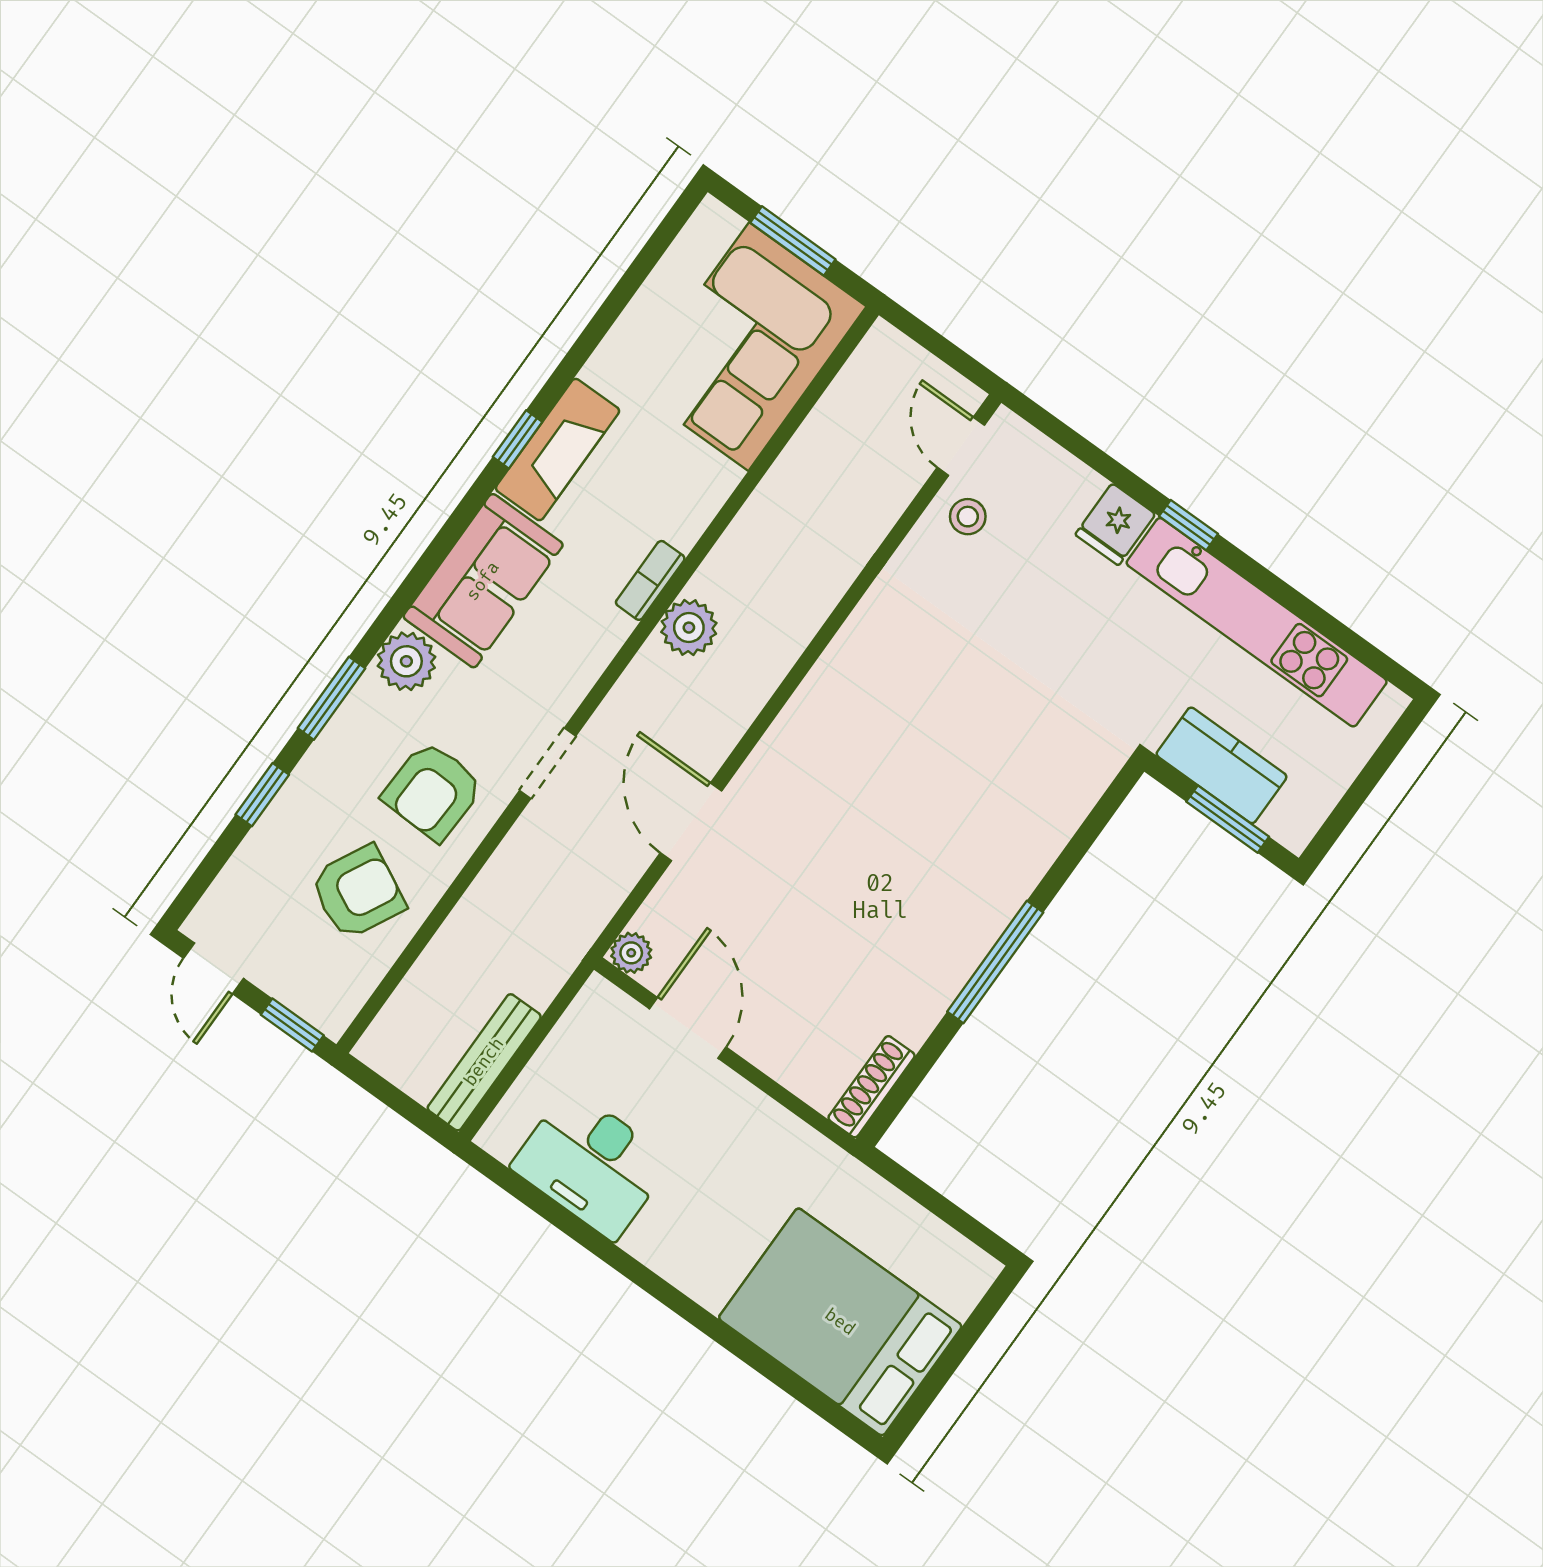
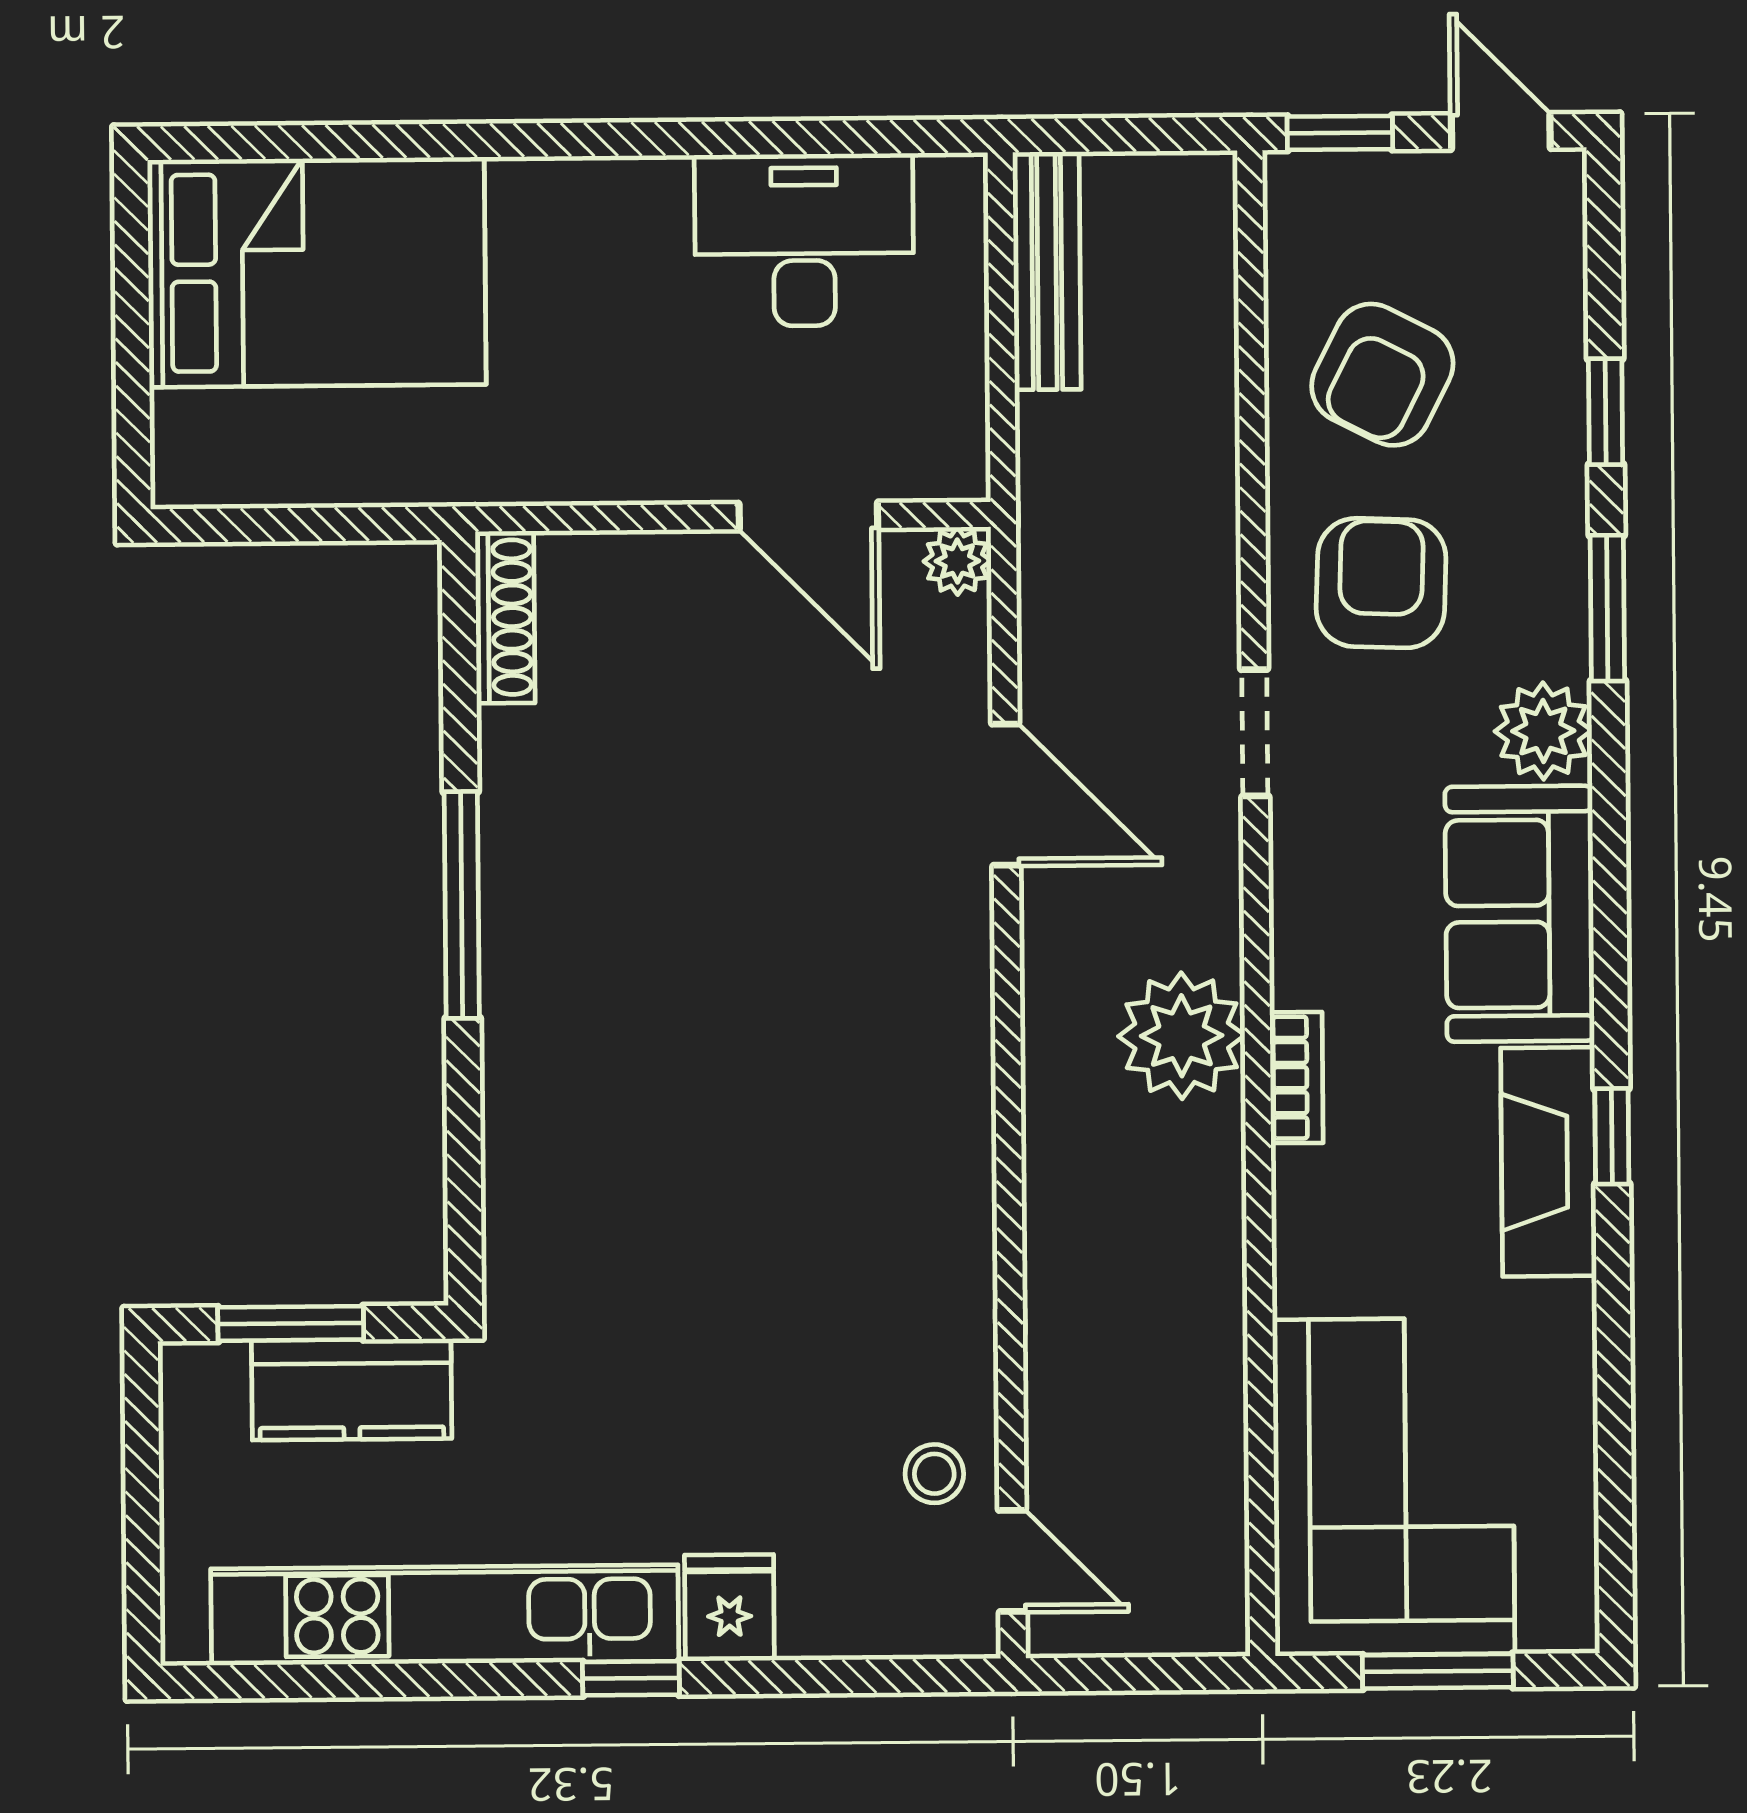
plant: (689, 628) -> (1182, 1036), width x1.36, depth x1.36

